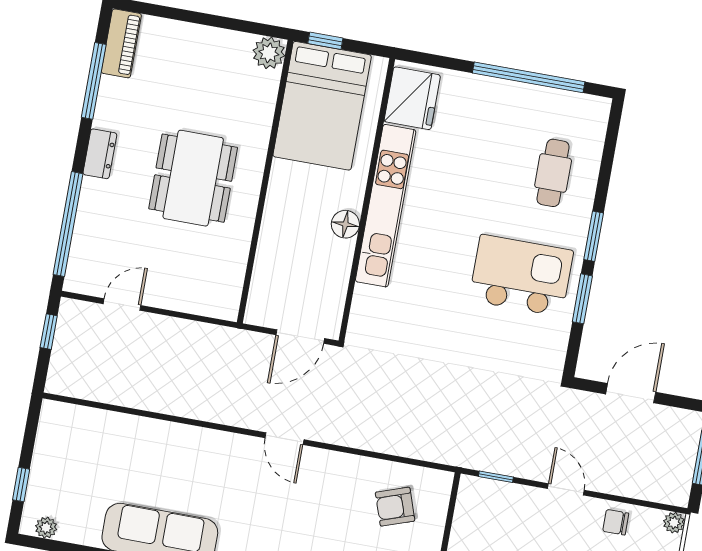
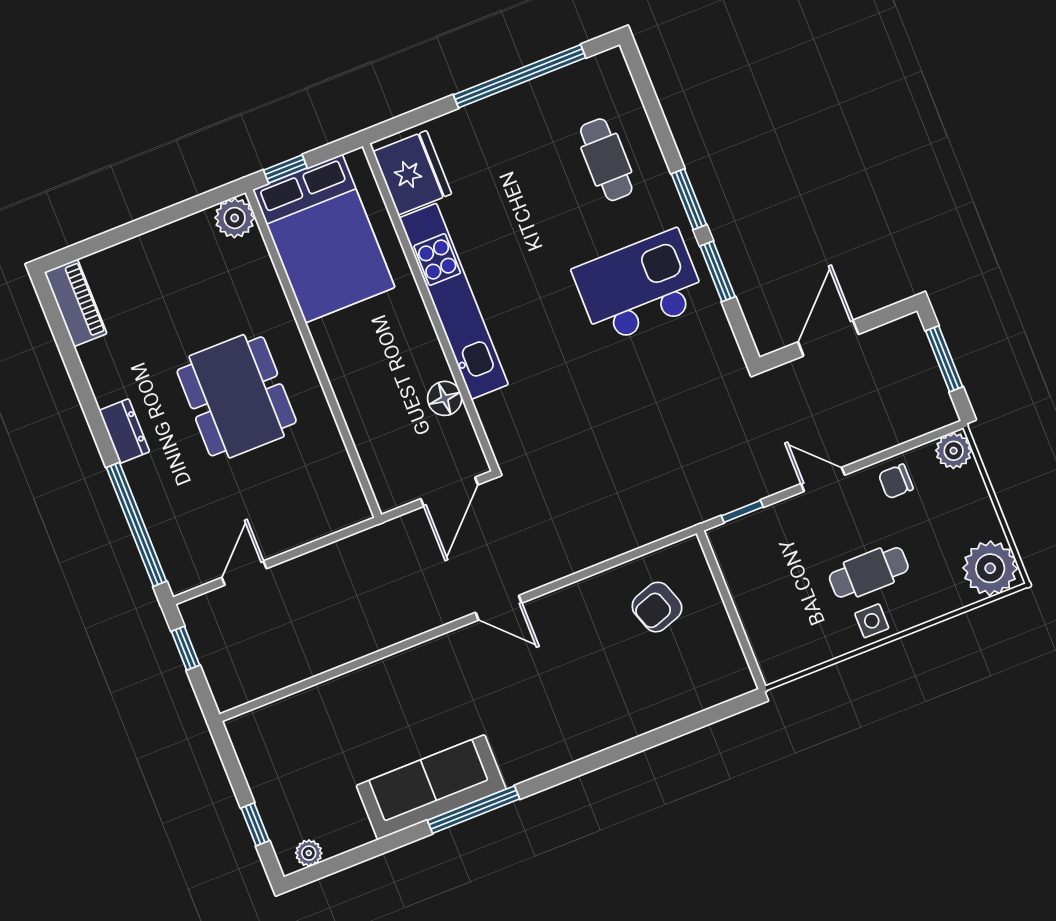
window: (94, 81) -> (71, 360), removed
floor lamp: (345, 224) -> (445, 398), moved
plant: (674, 523) -> (954, 451), width x1.38, depth x1.38

